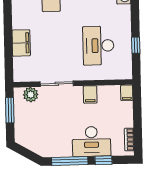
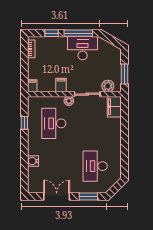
filing cabinet: (21, 43) -> (114, 107), moved
desk: (98, 46) -> (54, 123), turned 180
plant: (80, 75) -> (69, 101), added
desk: (91, 141) -> (83, 48), moved

